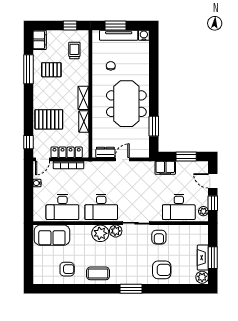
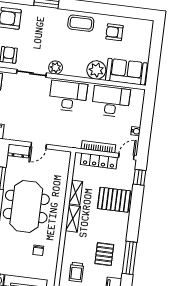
pallet: (51, 70) -> (104, 254), turned 90
dresser: (105, 152) -> (18, 151), moved
plant: (100, 233) -> (96, 70), moved

